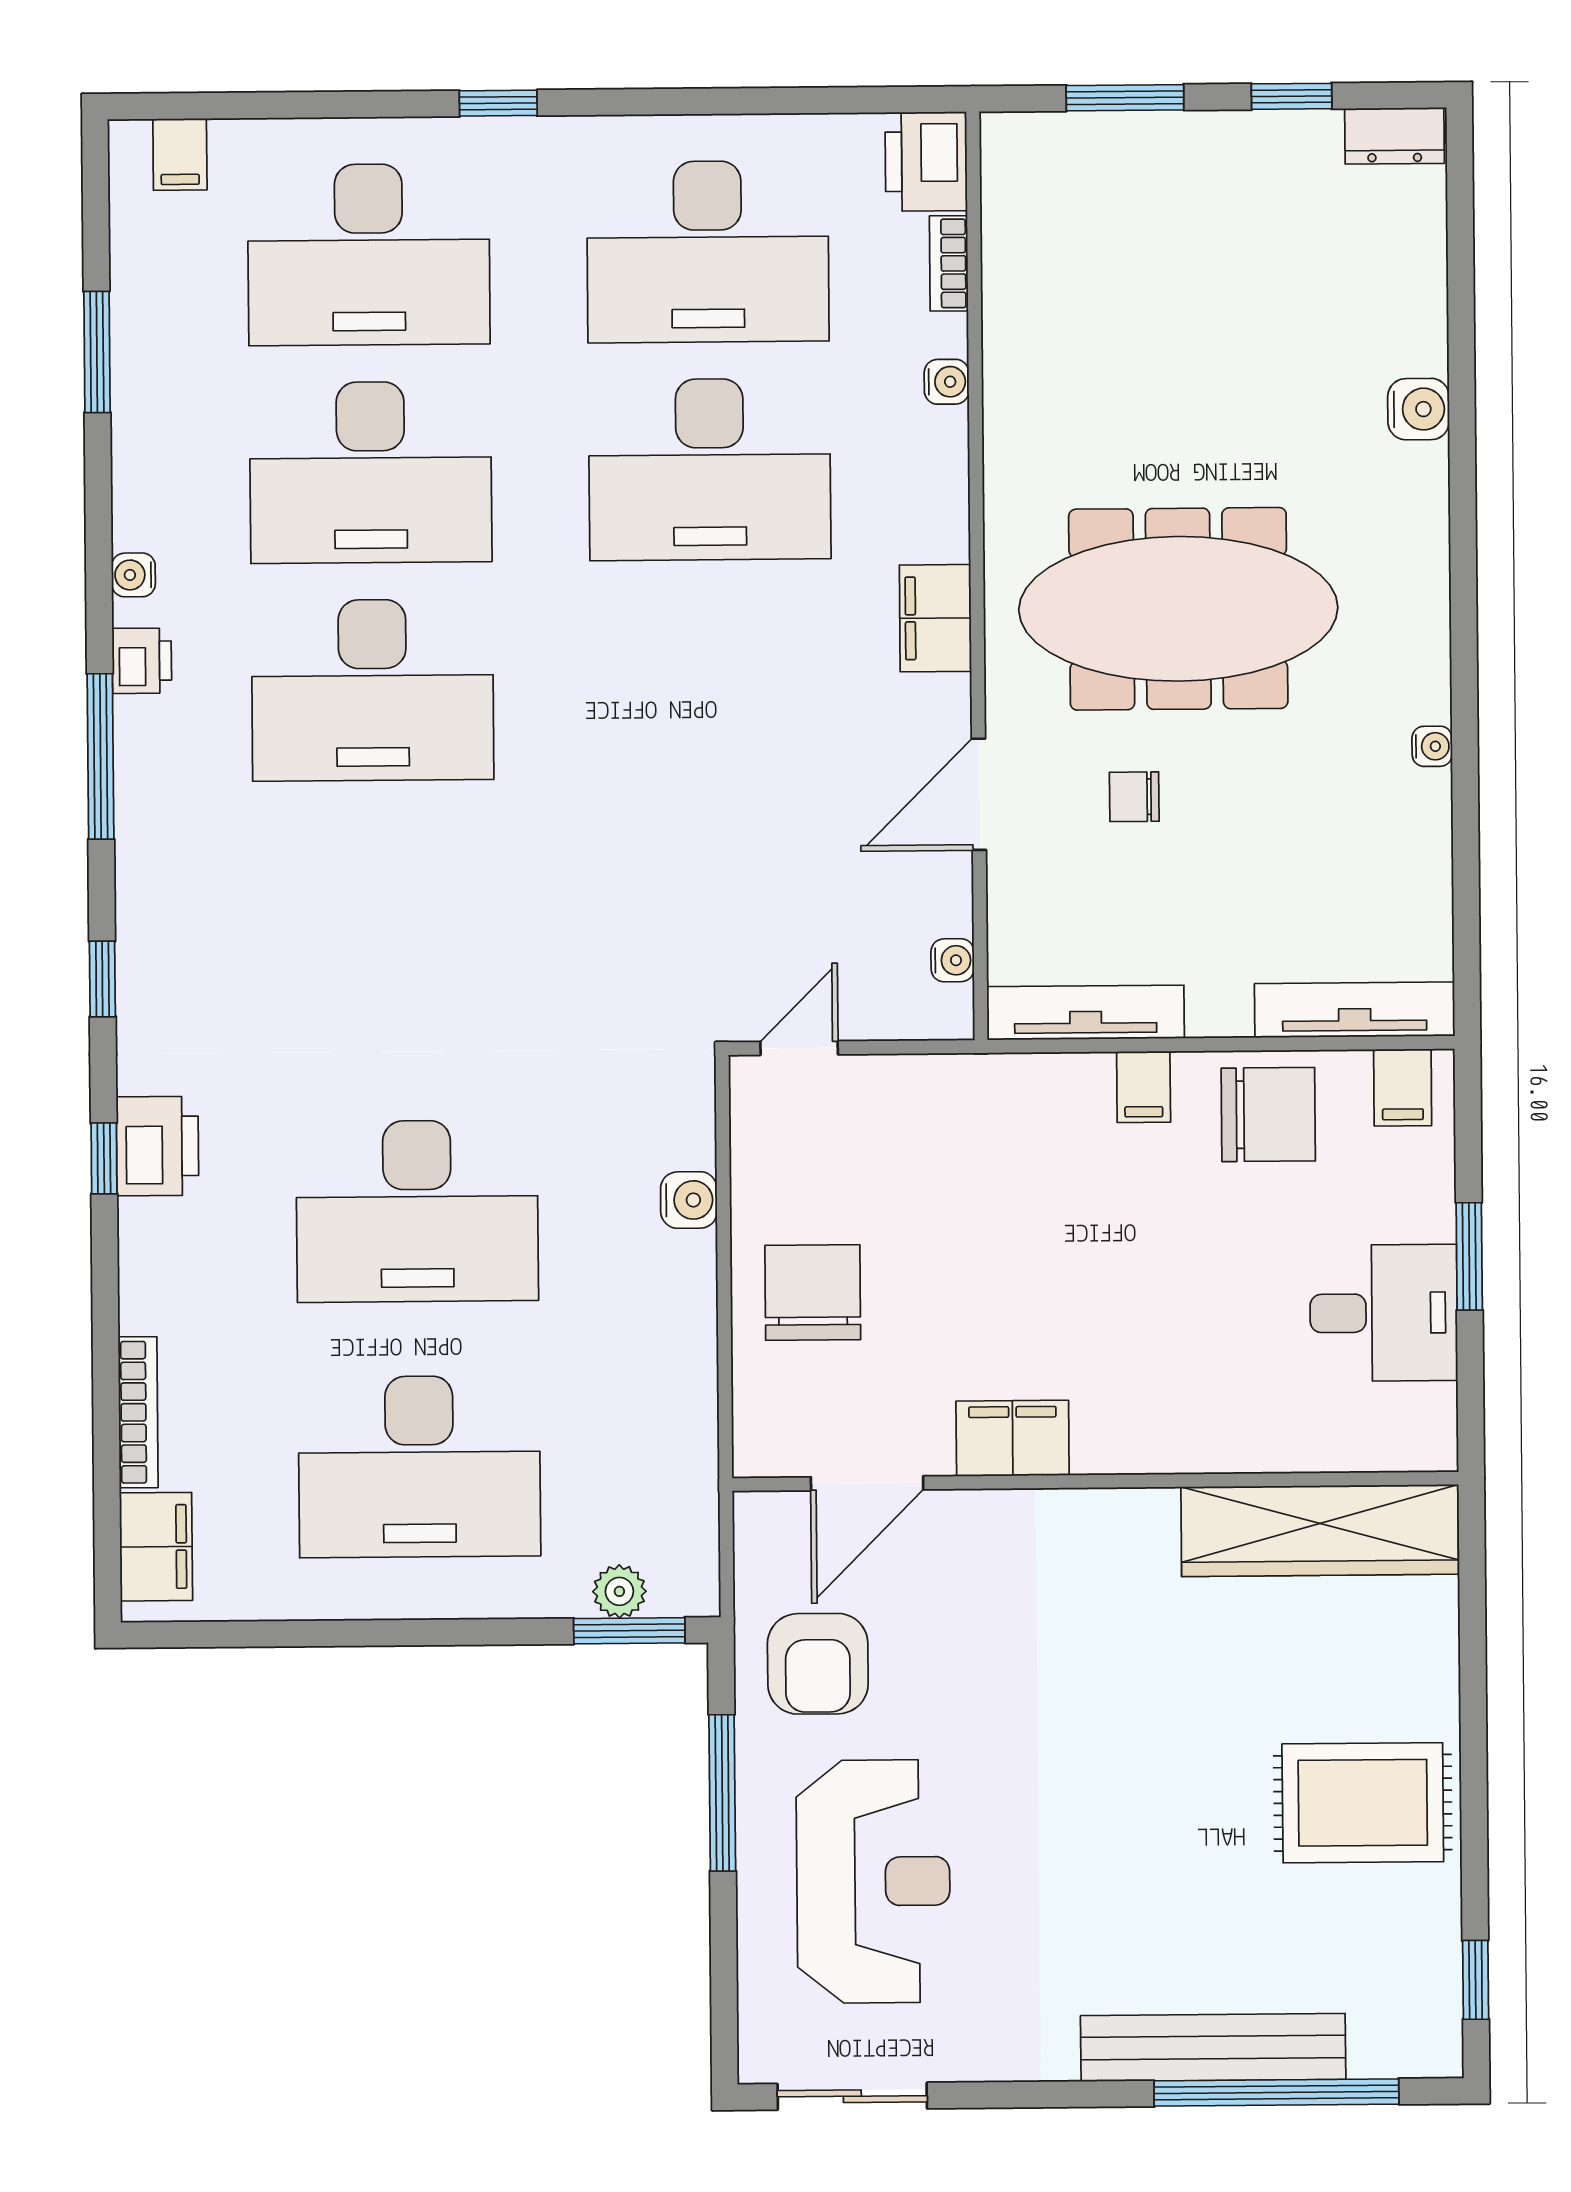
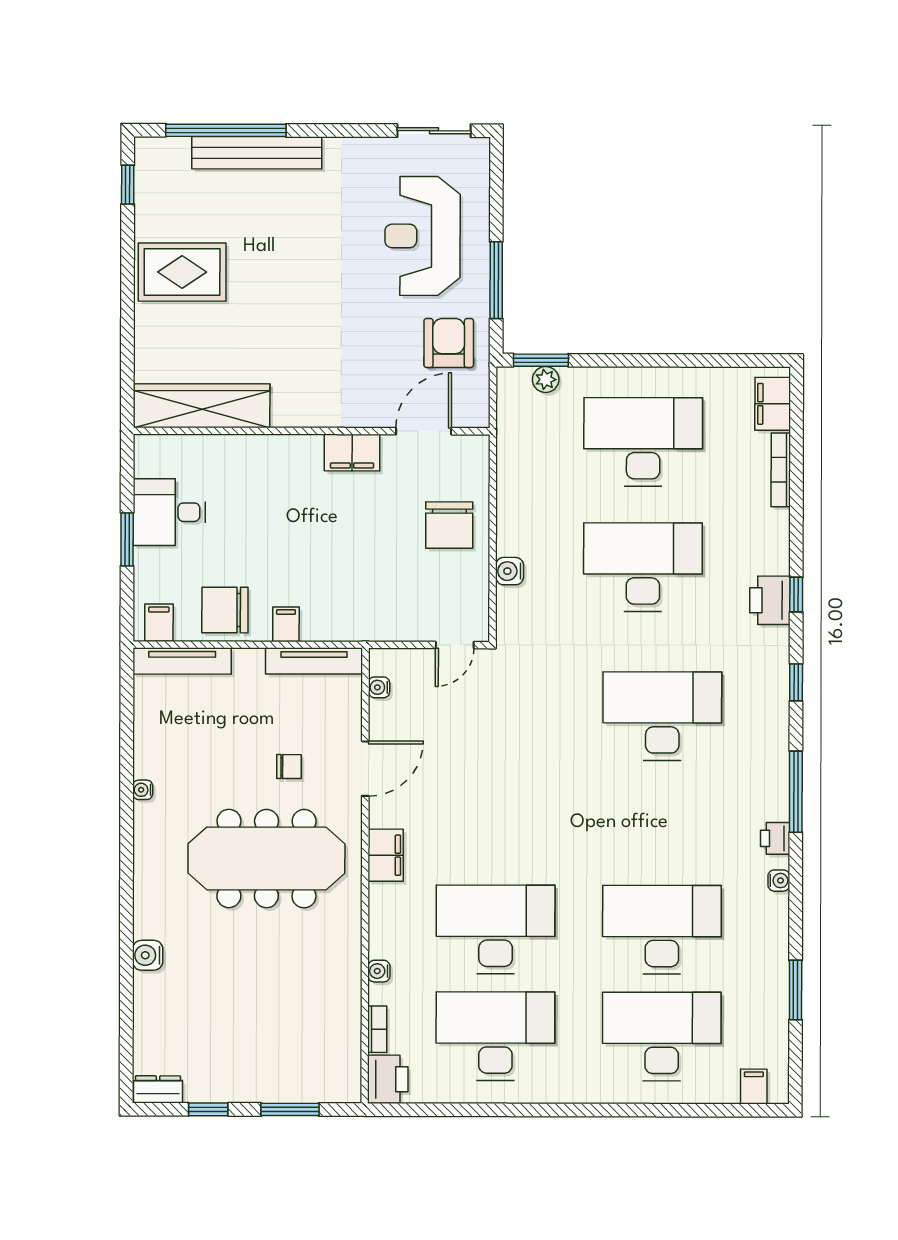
window: (498, 103) -> (597, 1110), removed
desk: (373, 690) -> (662, 716), moved

